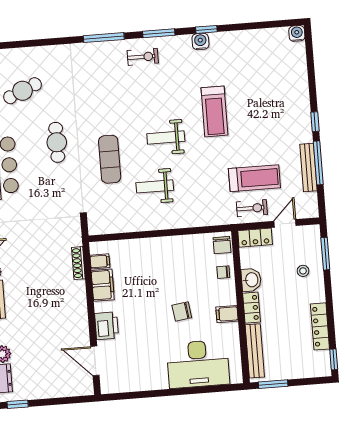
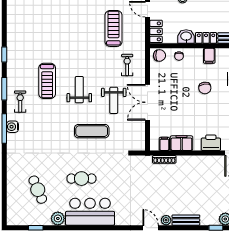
water cooler: (200, 41) -> (12, 127), moved
treadmill: (214, 111) -> (47, 81), moved, turned 90
weight bench: (166, 137) -> (79, 90), turned 180
cafe table: (57, 142) -> (81, 179), moved
exercise bike: (252, 208) -> (127, 65), moved
double door: (156, 234) -> (148, 102), added

